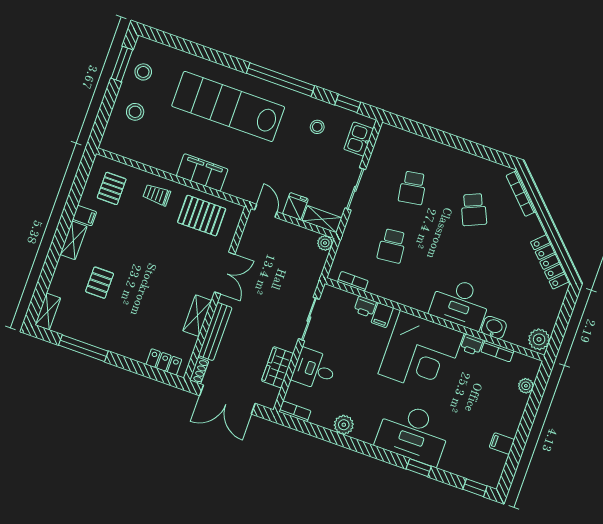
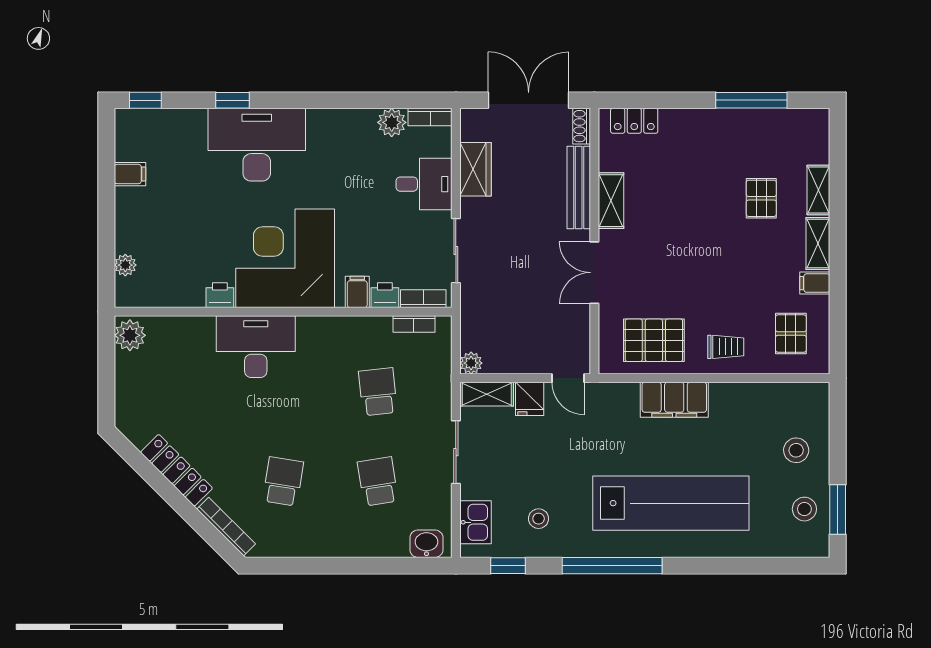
school desk: (474, 210) -> (283, 482), turned 33
locker: (550, 262) -> (176, 470), moved
shelving: (48, 311) -> (818, 190), moved
washbasin: (494, 327) -> (426, 544), moved, turned 180
bookcase: (497, 351) -> (423, 299), moved
plant: (344, 425) -> (392, 122), moved

